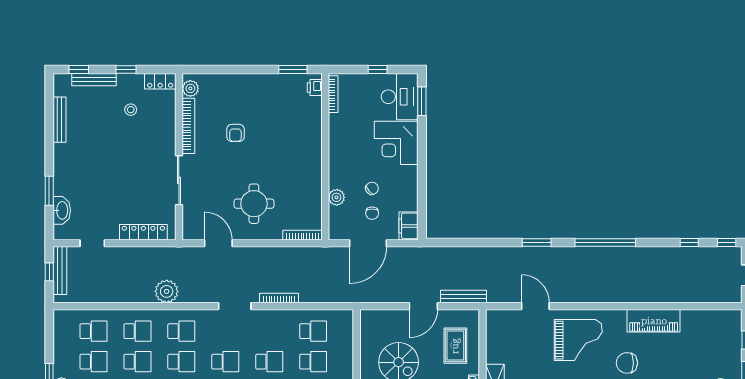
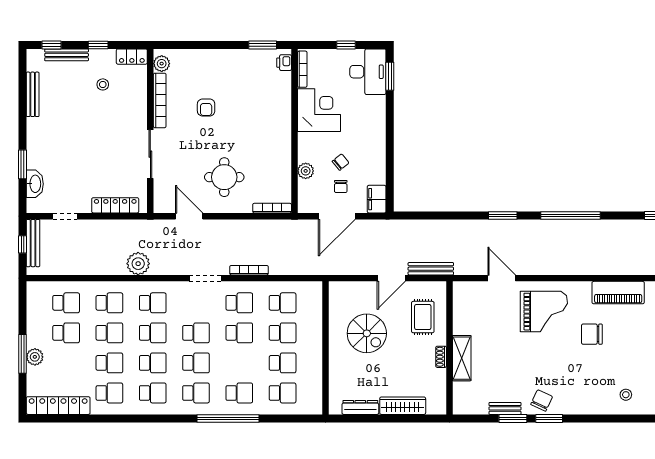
corner desk: (396, 143) -> (319, 110), moved, turned 180
school desk: (269, 331) -> (239, 303), added

